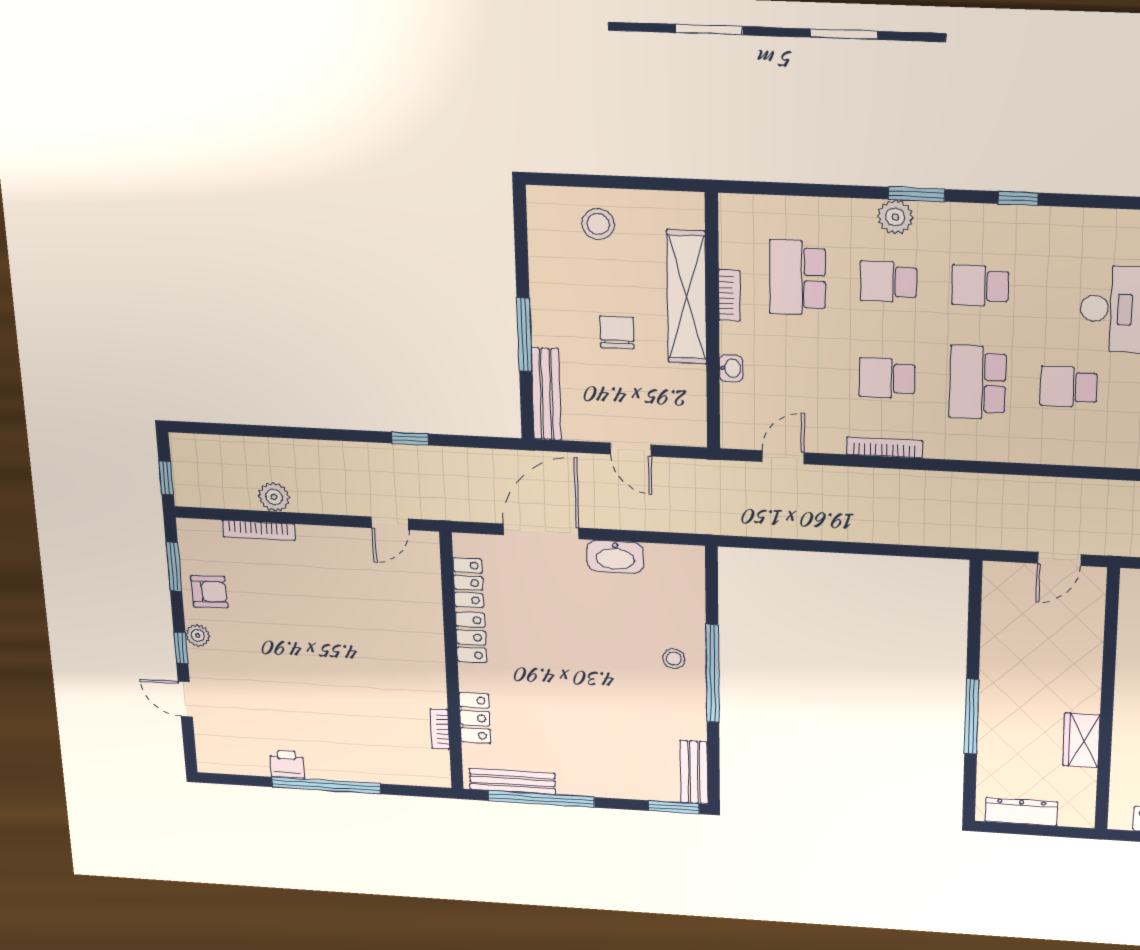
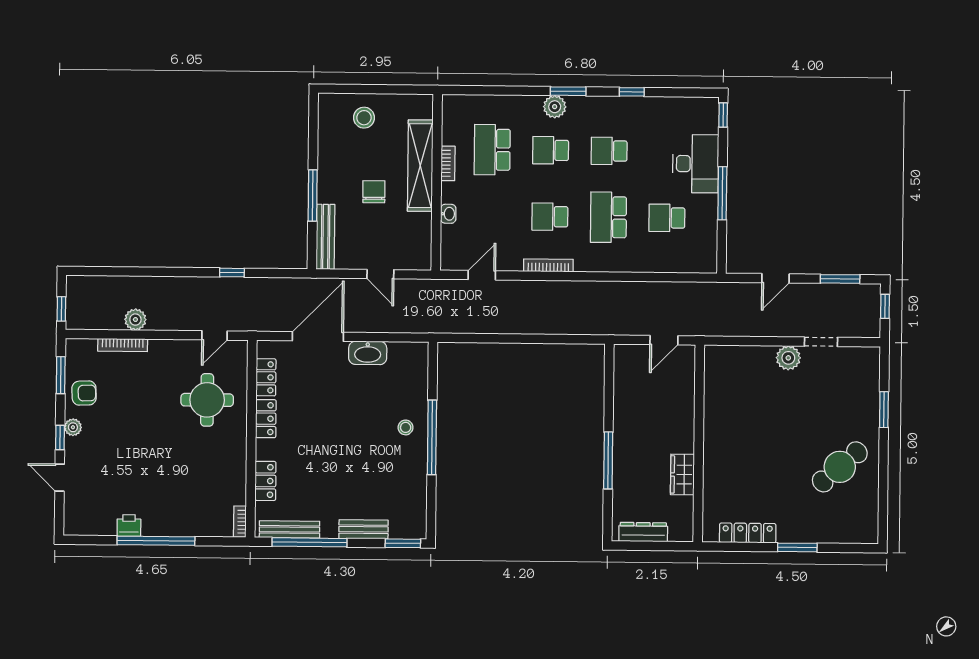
round table: (385, 609) -> (207, 400), added
bookcase: (440, 729) -> (240, 522), moved
bench: (694, 772) -> (363, 529), moved, turned 90

